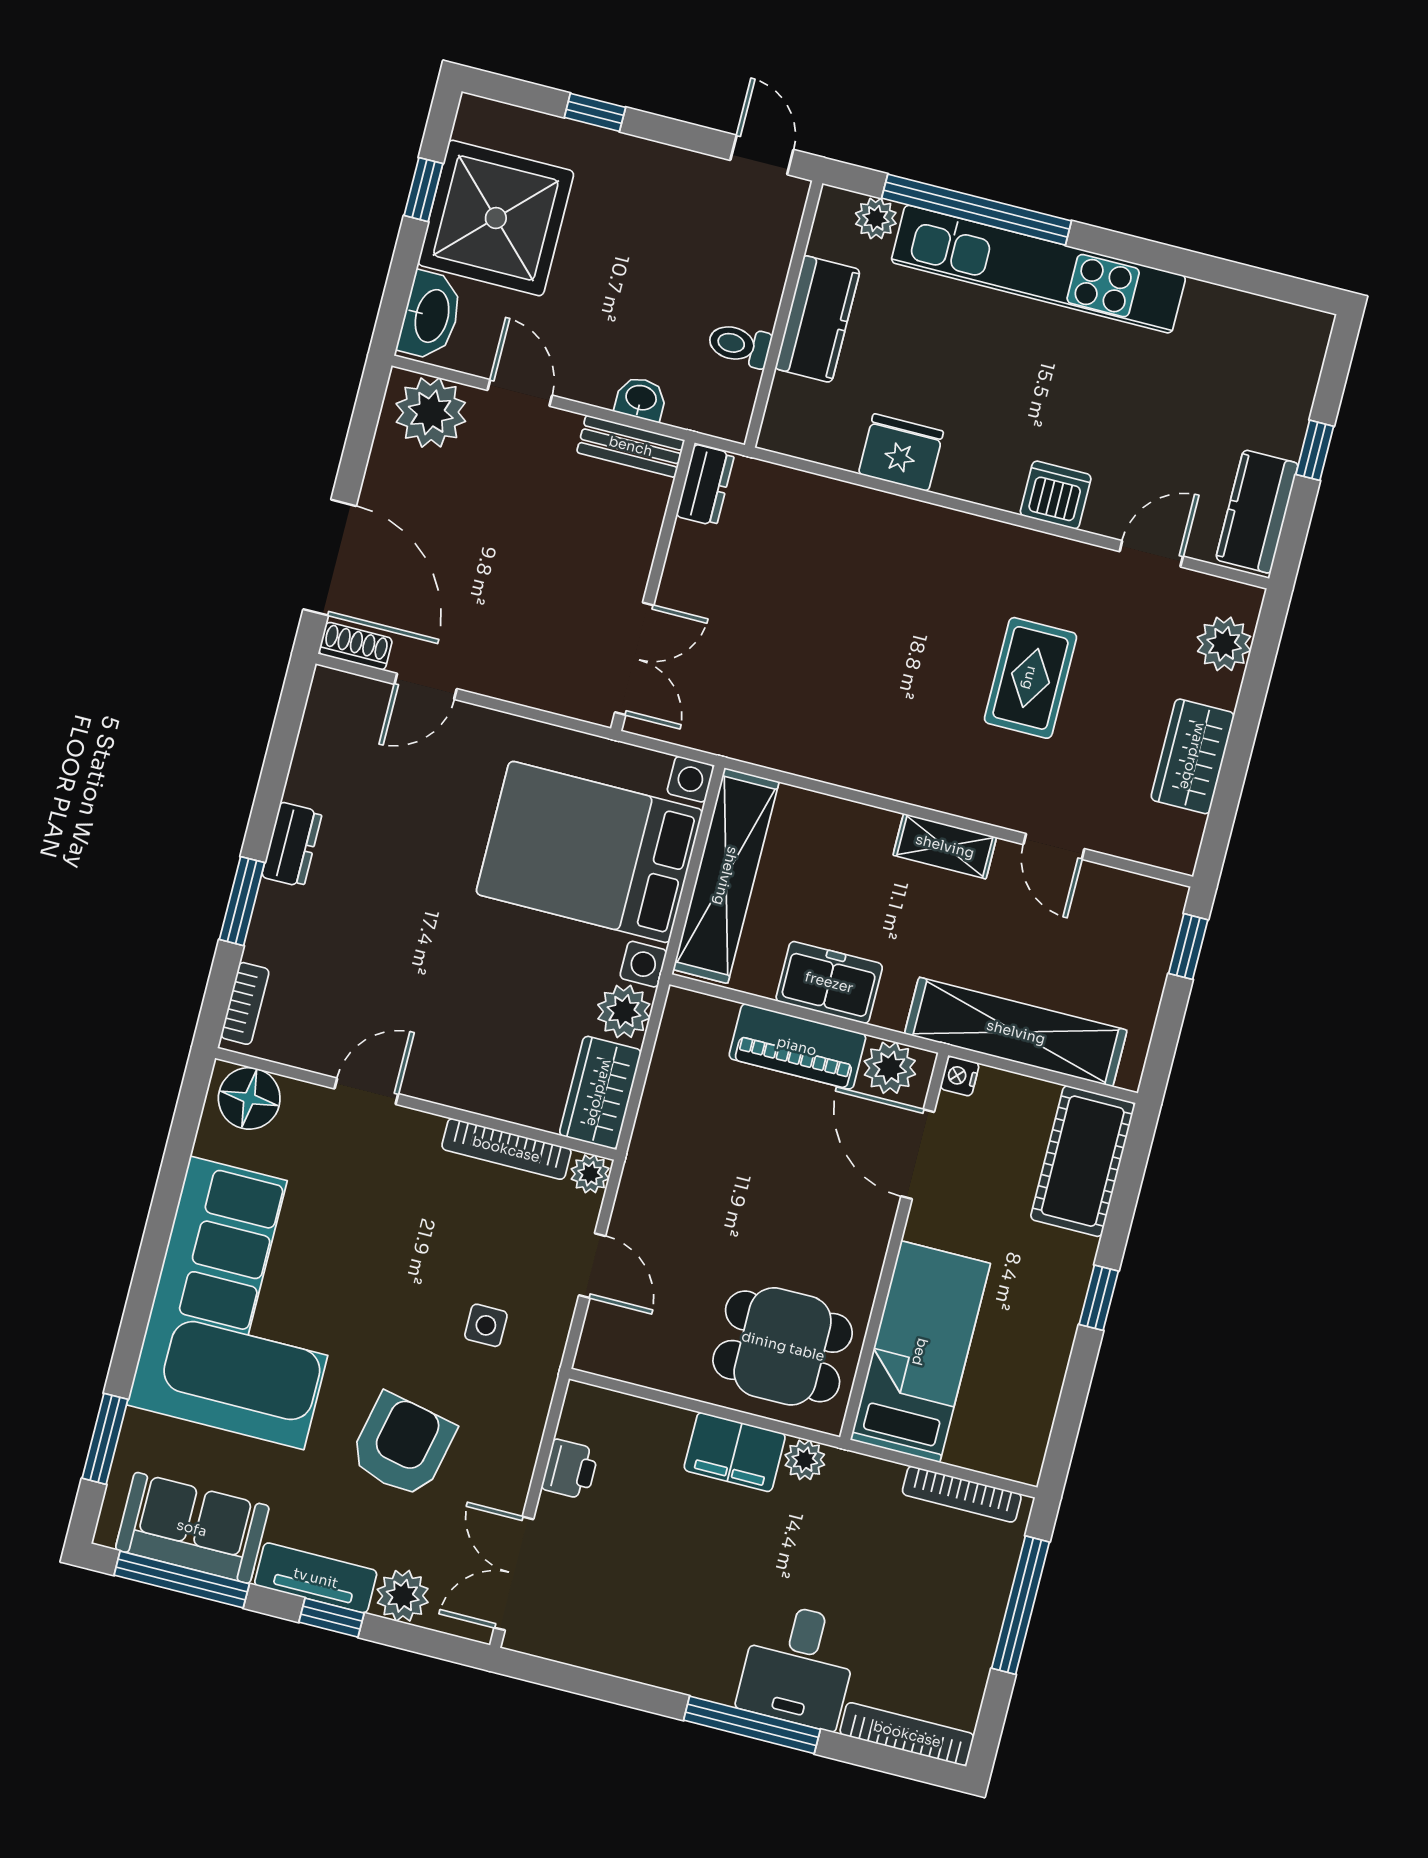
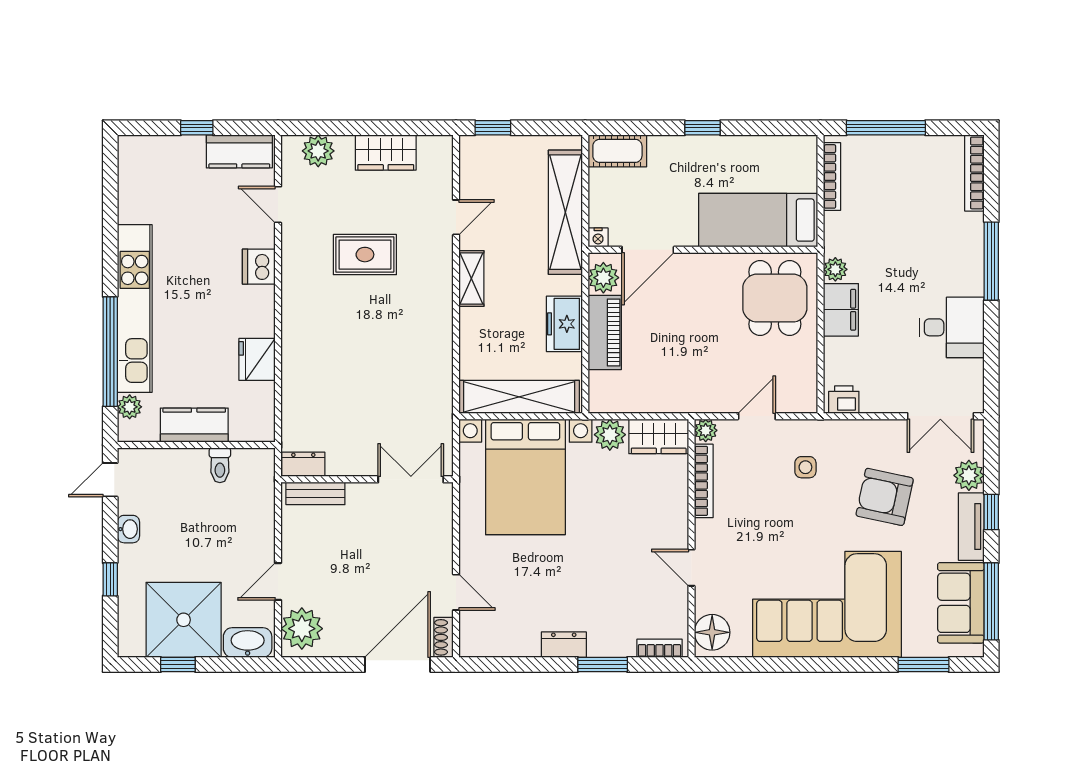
washbasin: (641, 399) -> (128, 529), moved, turned 180
bench: (631, 446) -> (315, 493), moved, turned 90
cot: (1083, 1161) -> (617, 151), width x0.73, depth x0.75
printer: (570, 1469) -> (844, 400), moved
desk: (798, 1666) -> (952, 327), moved

